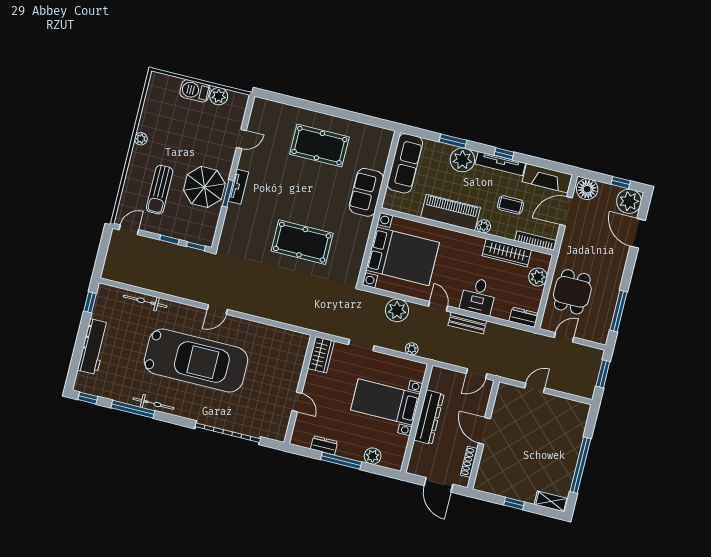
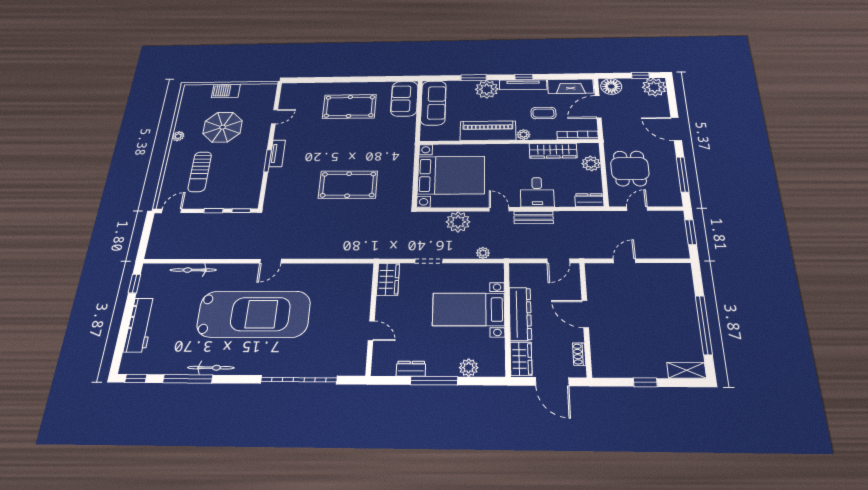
plant: (219, 96) -> (249, 90), removed
parasol: (204, 187) -> (223, 127), moved
sofa: (366, 192) -> (404, 99), moved
door: (638, 233) -> (676, 129), moved
wardrobe: (418, 459) -> (521, 359), added
shoe rack: (469, 462) -> (579, 354), width x0.70

